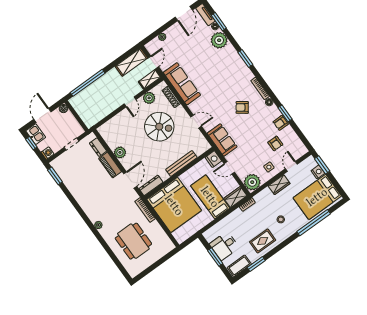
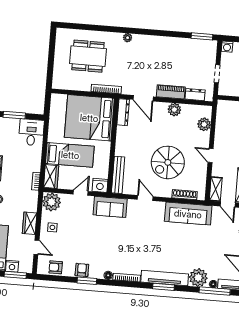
window: (219, 22) -> (215, 291), width x1.44
tv unit: (239, 63) -> (165, 278), added
plant: (149, 98) -> (204, 124), moved
armchair: (242, 107) -> (123, 248), removed
door: (196, 122) -> (145, 198), swing flipped
armchair: (275, 143) -> (56, 267), moved
bench: (181, 163) -> (118, 175), moved
desk: (224, 246) -> (31, 132), moved

